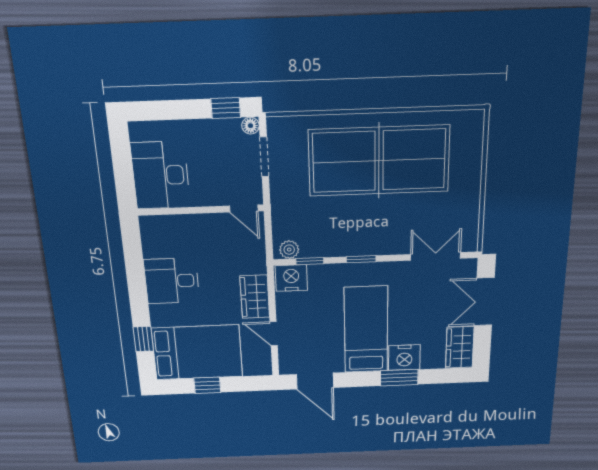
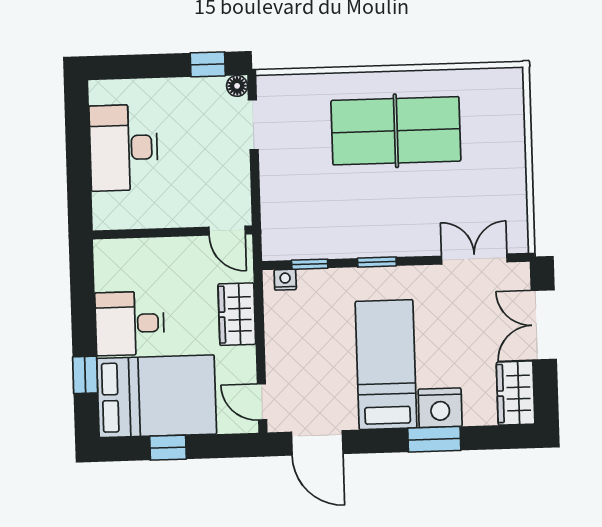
table tennis table: (379, 161) -> (396, 131), width x0.73, depth x0.76
door: (244, 208) -> (227, 231), moved
wall: (201, 210) -> (172, 232), moved
plant: (289, 250) -> (283, 248), removed
nightstand: (291, 278) -> (285, 280), width x0.53, depth x0.56
desk: (172, 281) -> (130, 323), moved
door: (274, 334) -> (262, 402), moved

